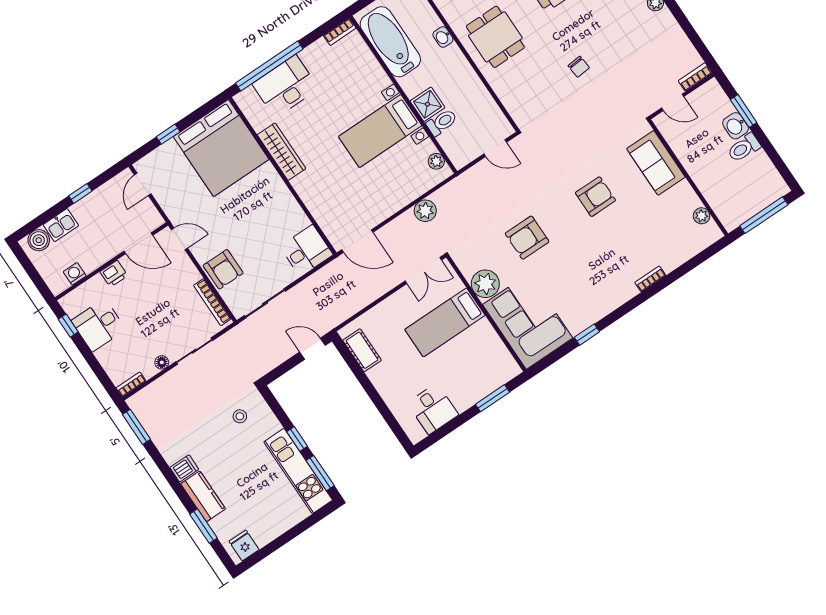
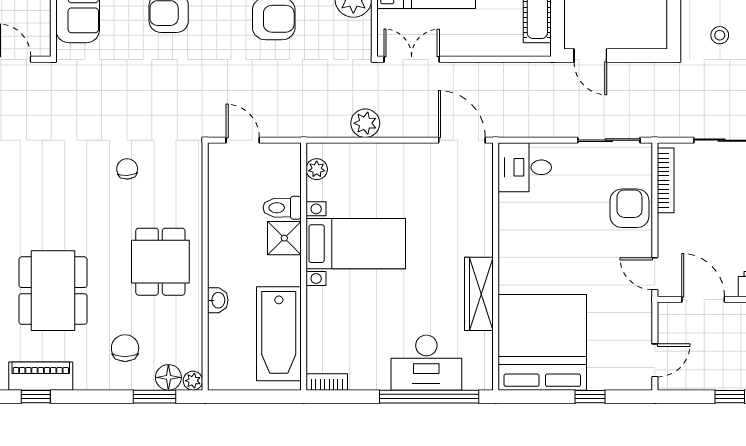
chair: (579, 67) -> (127, 169), moved

